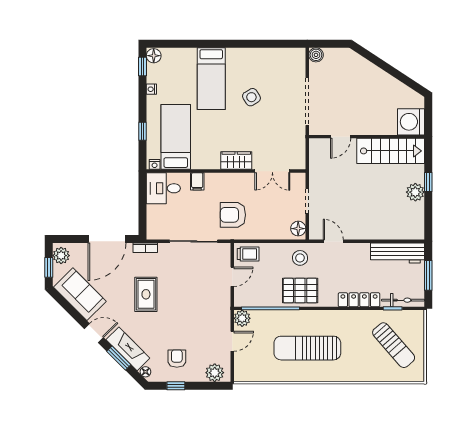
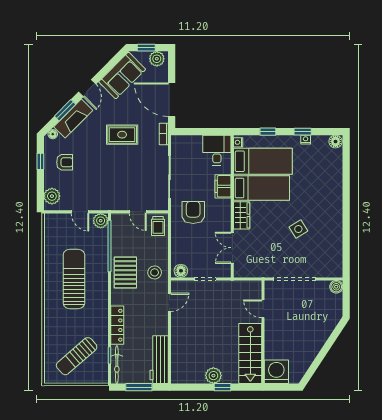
window: (142, 67) -> (303, 132), moved
bed: (211, 79) -> (261, 188), moved, turned 180
filing cabinet: (197, 181) -> (223, 186), width x2.00

